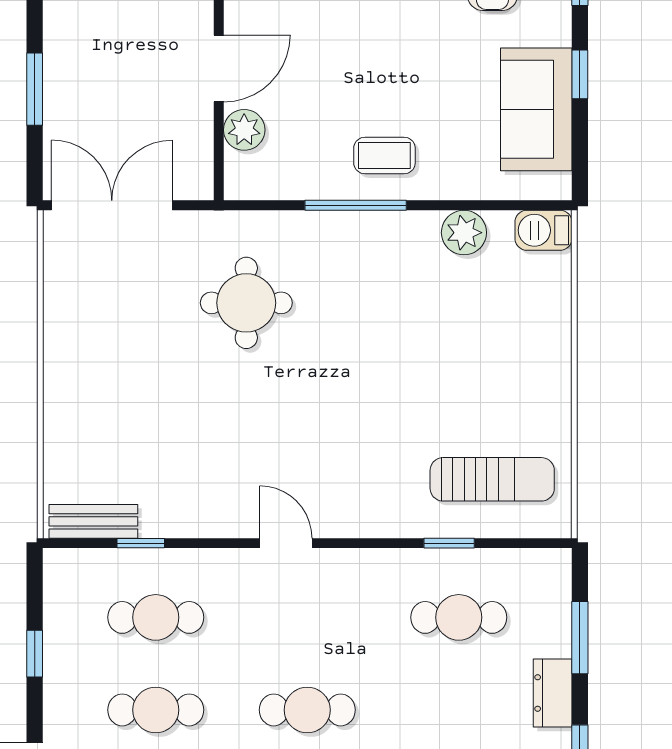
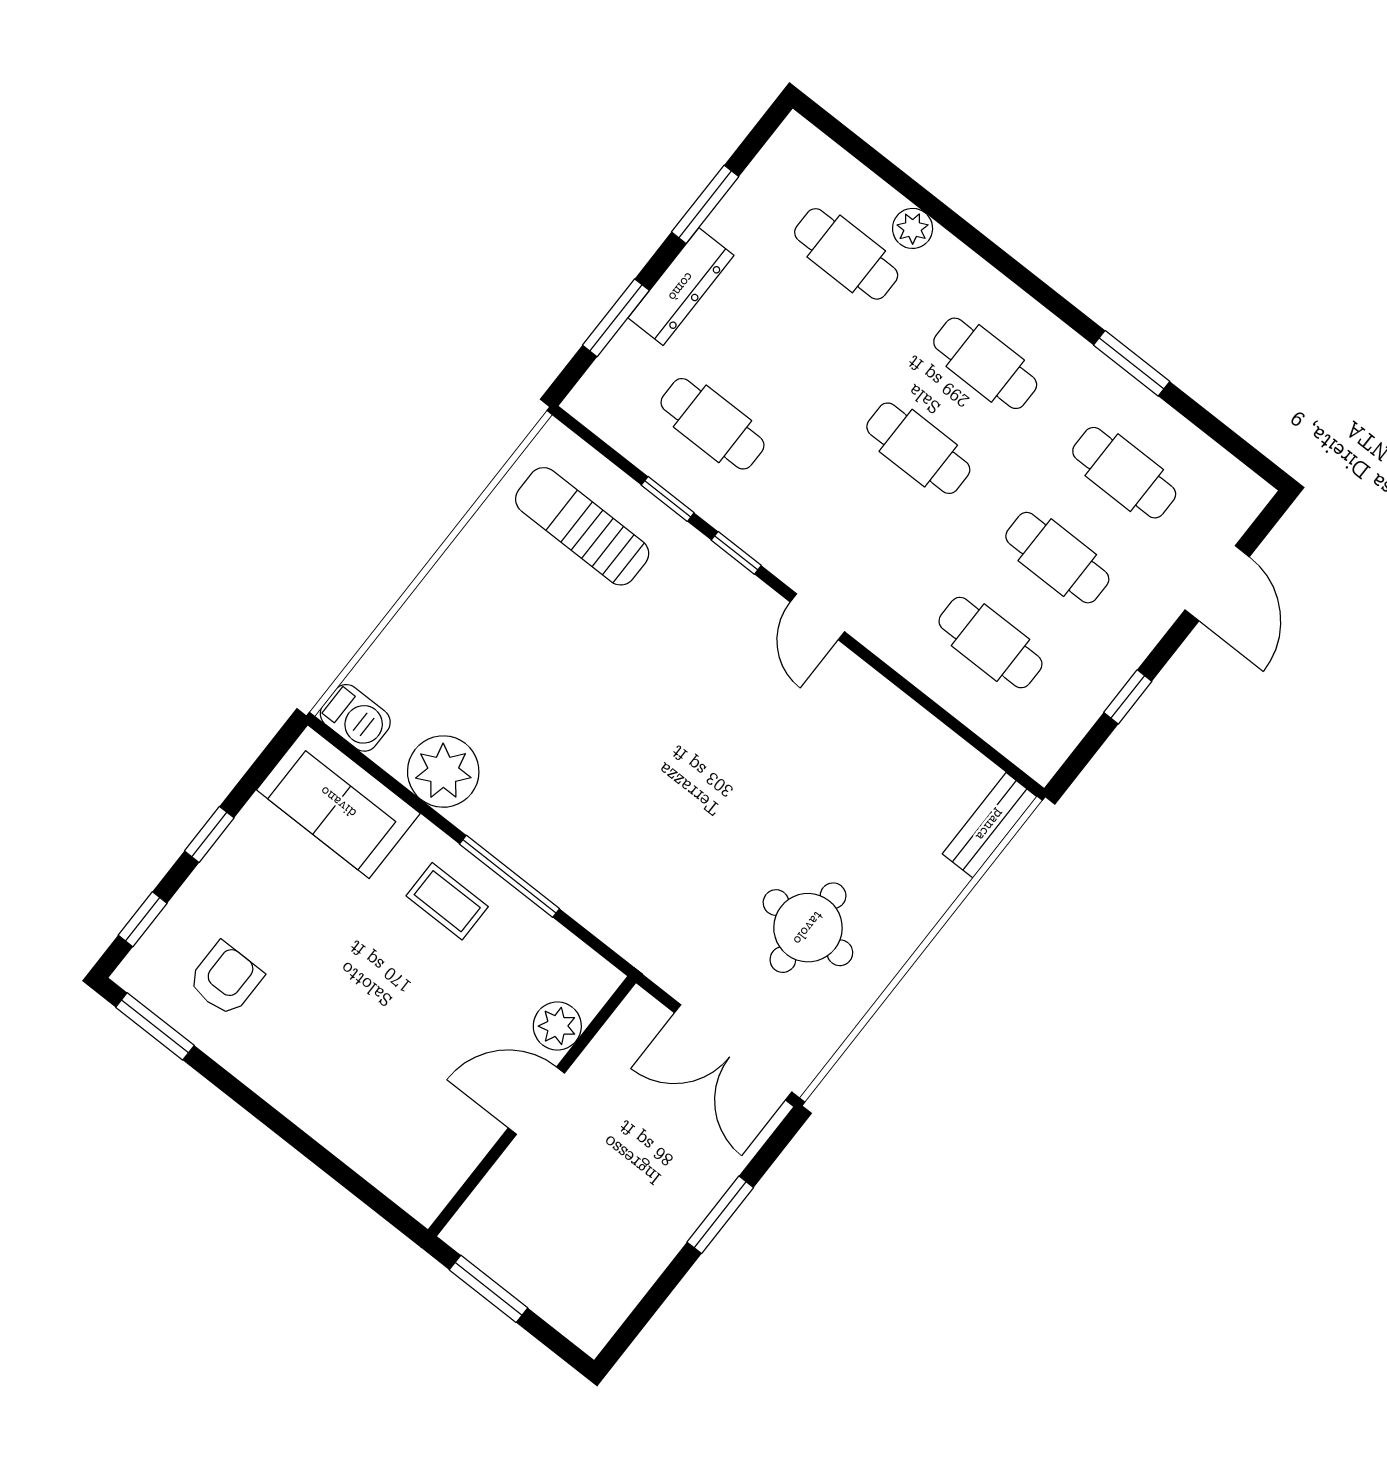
sofa: (536, 109) -> (338, 802), moved, turned 90
plant: (464, 233) -> (443, 772), width x1.36, depth x1.36
round table: (246, 303) -> (808, 928), moved
bench: (93, 521) -> (990, 825), moved, turned 90
window: (141, 543) -> (736, 553), moved
dresser: (553, 693) -> (681, 287), width x1.44

